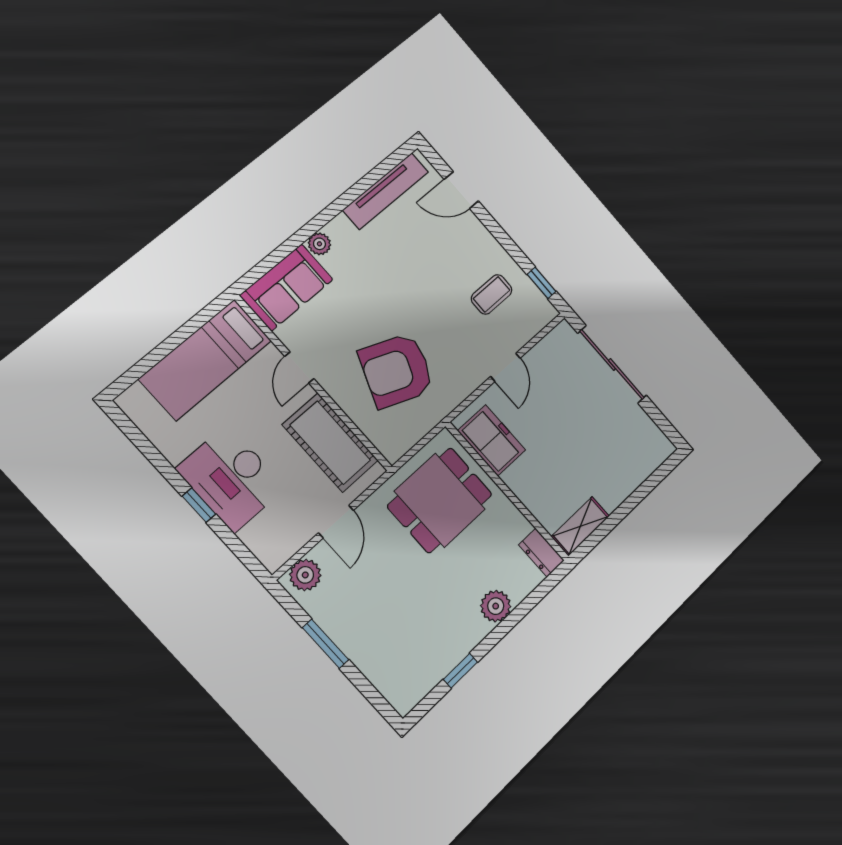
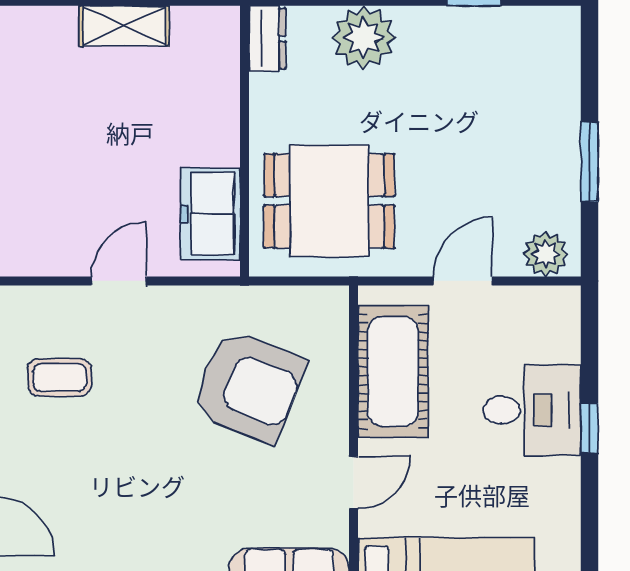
desk: (231, 478) -> (532, 410), width x0.73
shelving: (580, 526) -> (124, 26), moved
plant: (496, 606) -> (364, 38), width x1.36, depth x1.36

